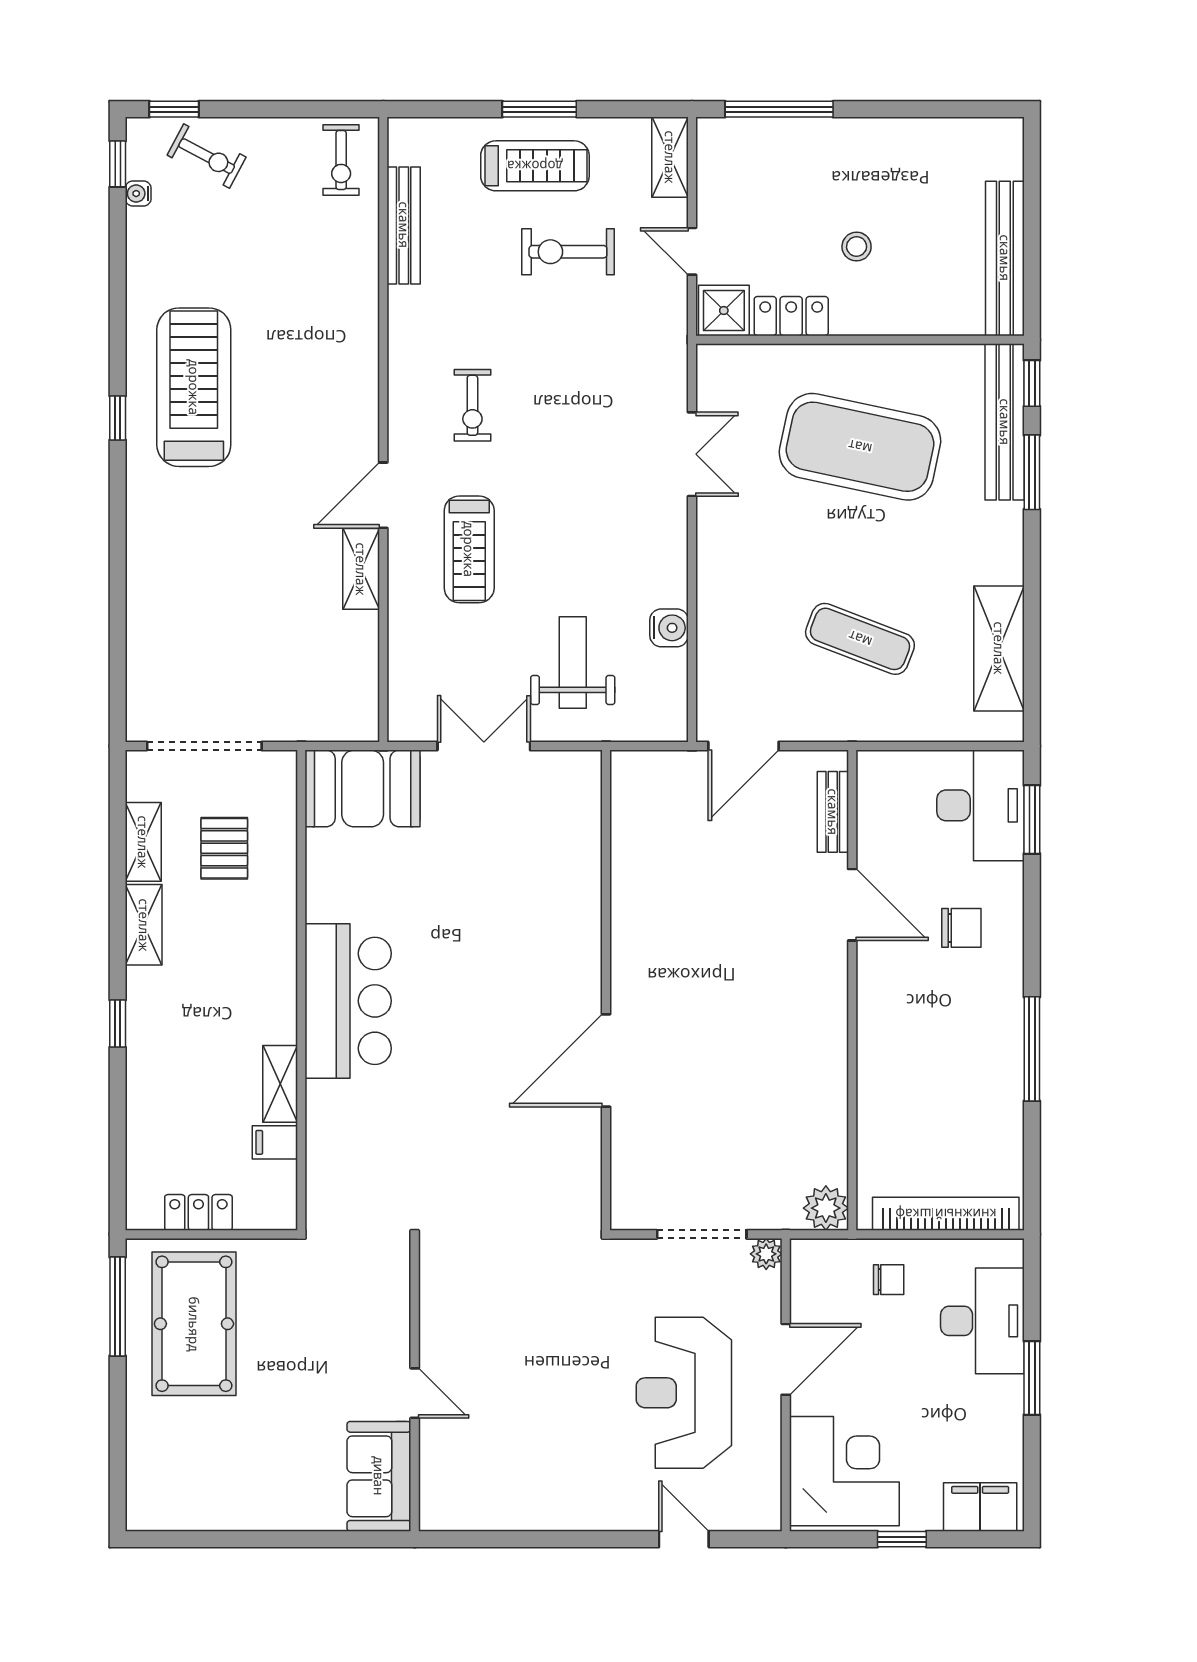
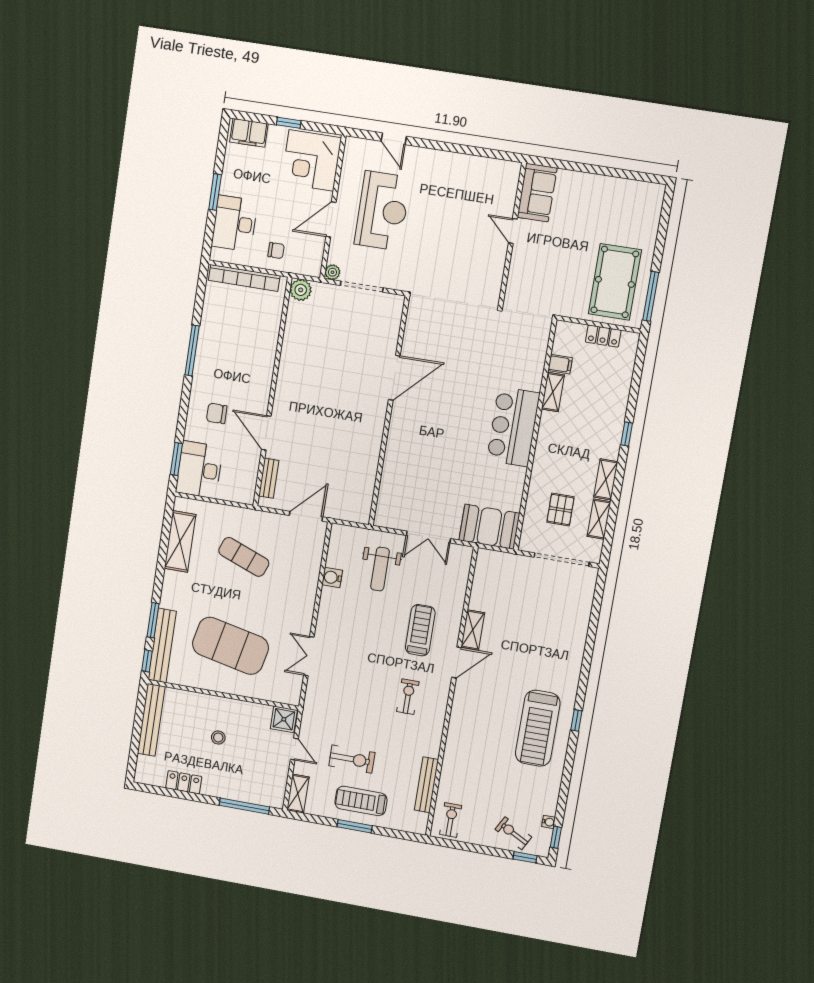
locker: (791, 316) -> (184, 782), moved, turned 180
chair: (889, 1280) -> (276, 250), turned 180

